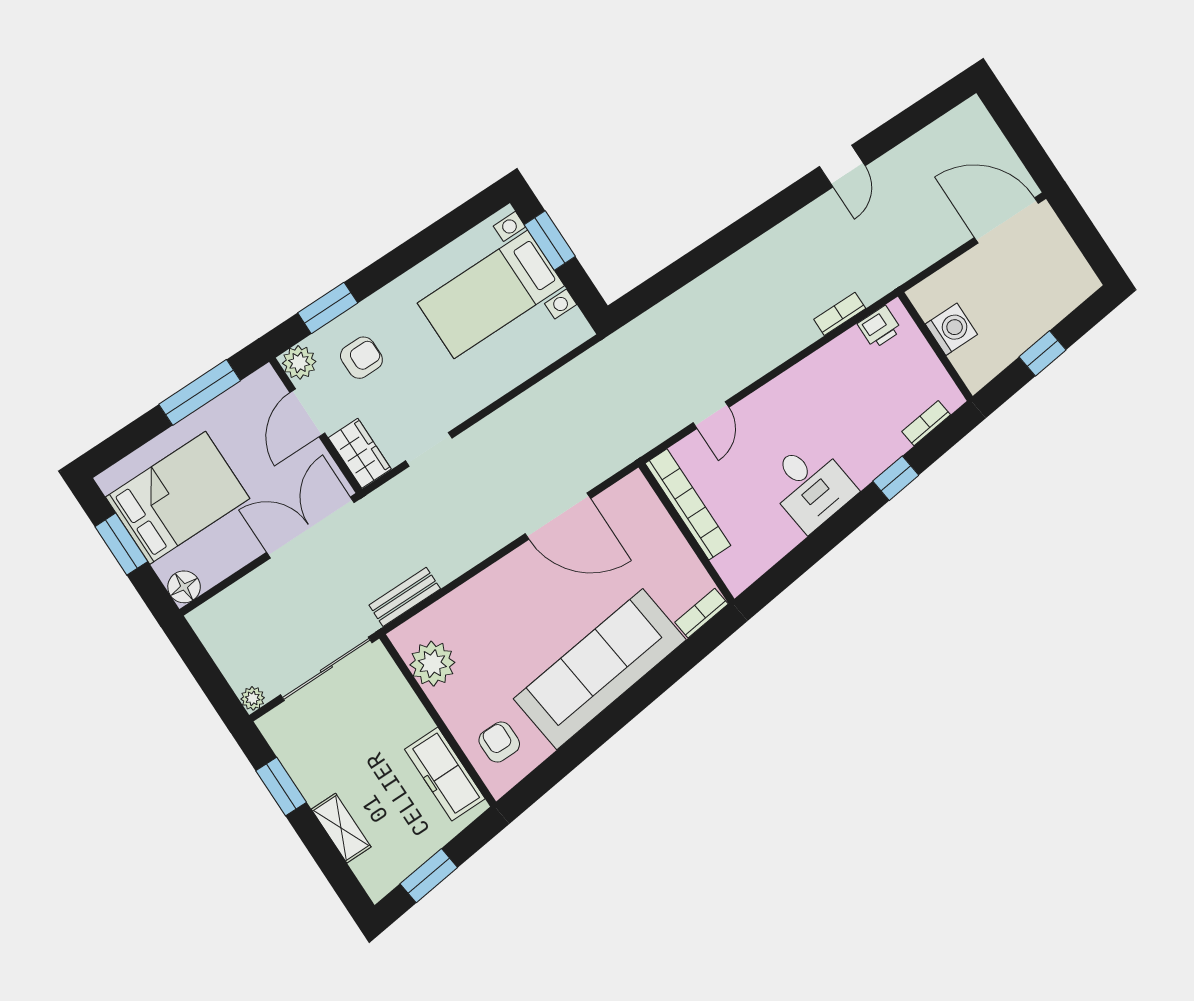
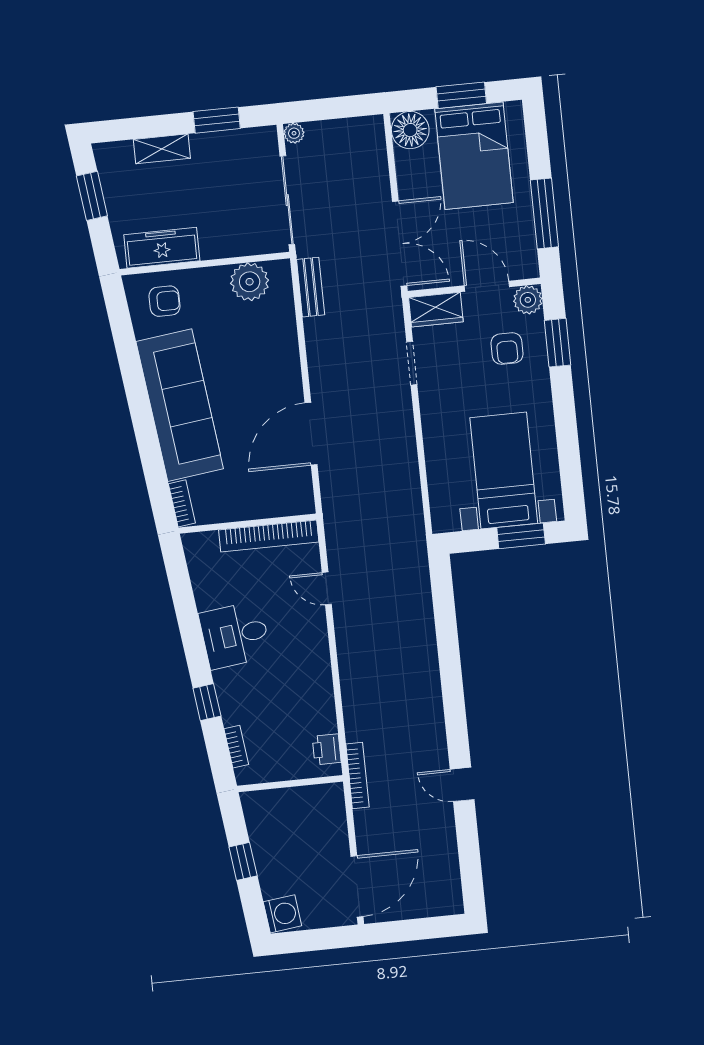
bookcase: (840, 314) -> (357, 776), moved, width x1.56
washing machine: (951, 329) -> (282, 914), moved, turned -97
floor lamp: (184, 587) -> (410, 130), width x1.38, depth x1.38

